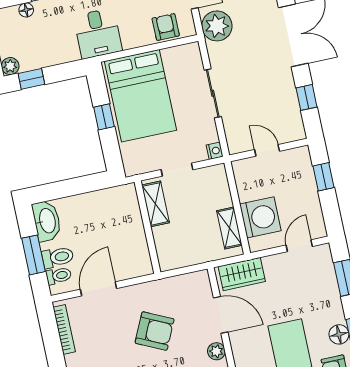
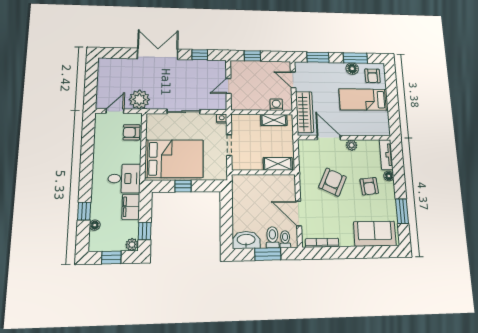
filing cabinet: (61, 52) -> (131, 207), added
shelving: (156, 204) -> (278, 164), moved
washing machine: (260, 217) -> (276, 105), width x0.53, depth x0.53
wardrobe: (242, 274) -> (305, 112), width x1.50
door: (221, 315) -> (329, 138), hinge flipped

